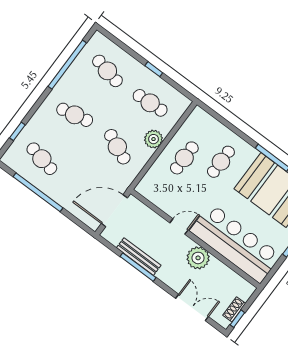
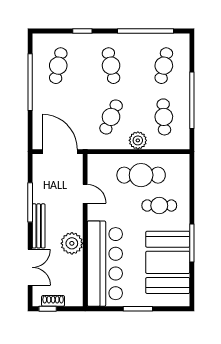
window: (154, 69) -> (192, 100), width x3.17
window: (17, 131) -> (82, 31), moved
cafe table: (184, 158) -> (141, 175), width x1.37, depth x1.35
door: (179, 226) -> (85, 194), moved
bench: (139, 257) -> (39, 226), moved

